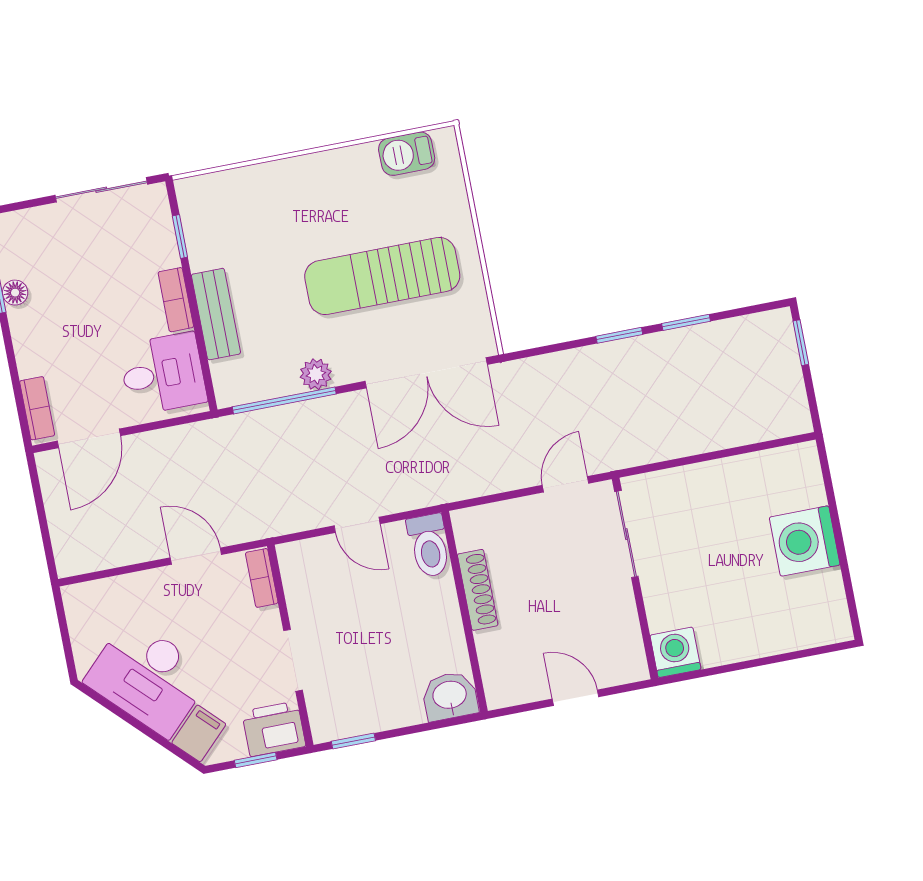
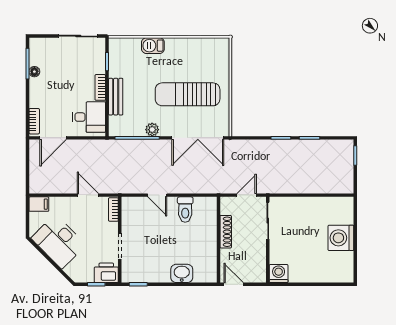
barbecue: (407, 154) -> (153, 46), moved
shoe rack: (478, 590) -> (226, 232), moved
wall: (464, 612) -> (218, 240), moved
filing cabinet: (199, 733) -> (39, 204), moved, turned 45

